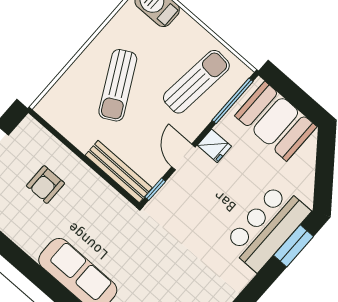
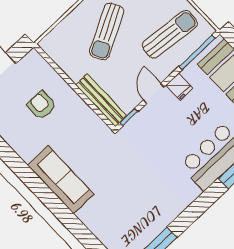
armchair: (46, 185) -> (42, 105), turned 90

